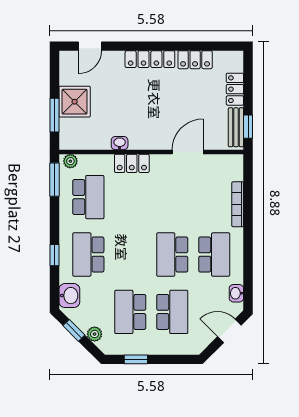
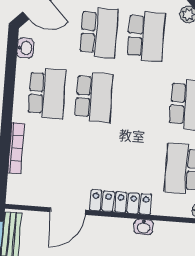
locker: (132, 163) -> (121, 202), width x1.53
school desk: (214, 255) -> (47, 94), turned 180
school desk: (172, 312) -> (99, 33), turned 180

